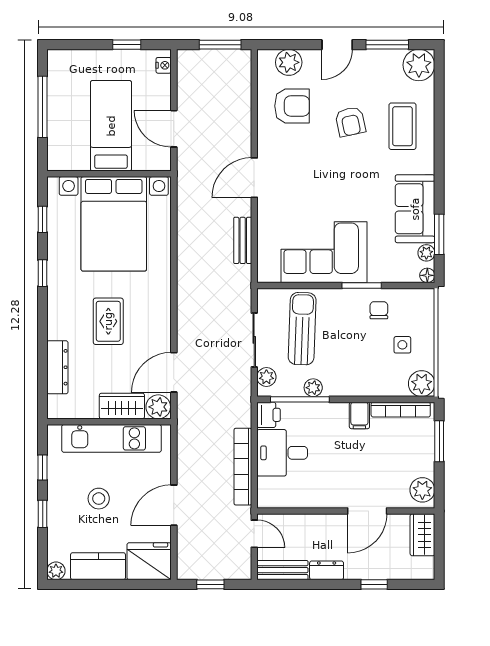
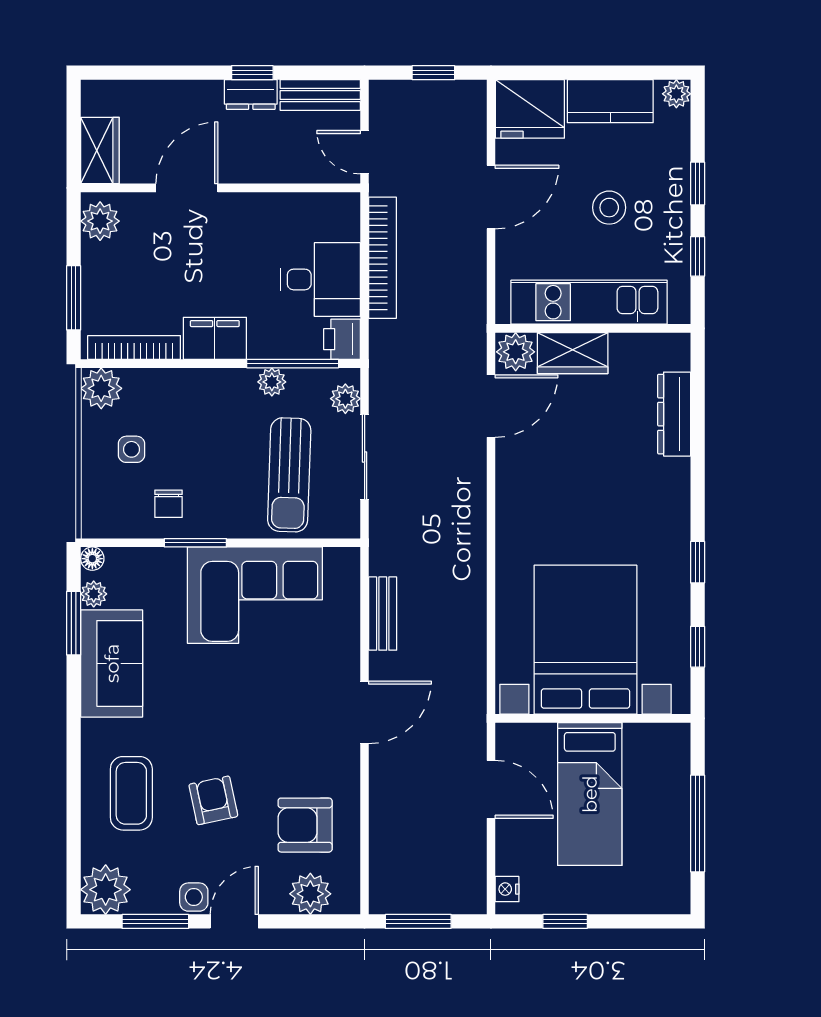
side table: (363, 60) -> (194, 897), added
rug: (108, 321) -> (594, 486), removed
filing cabinet: (359, 415) -> (215, 338), width x2.00
window: (374, 584) -> (252, 73), moved

